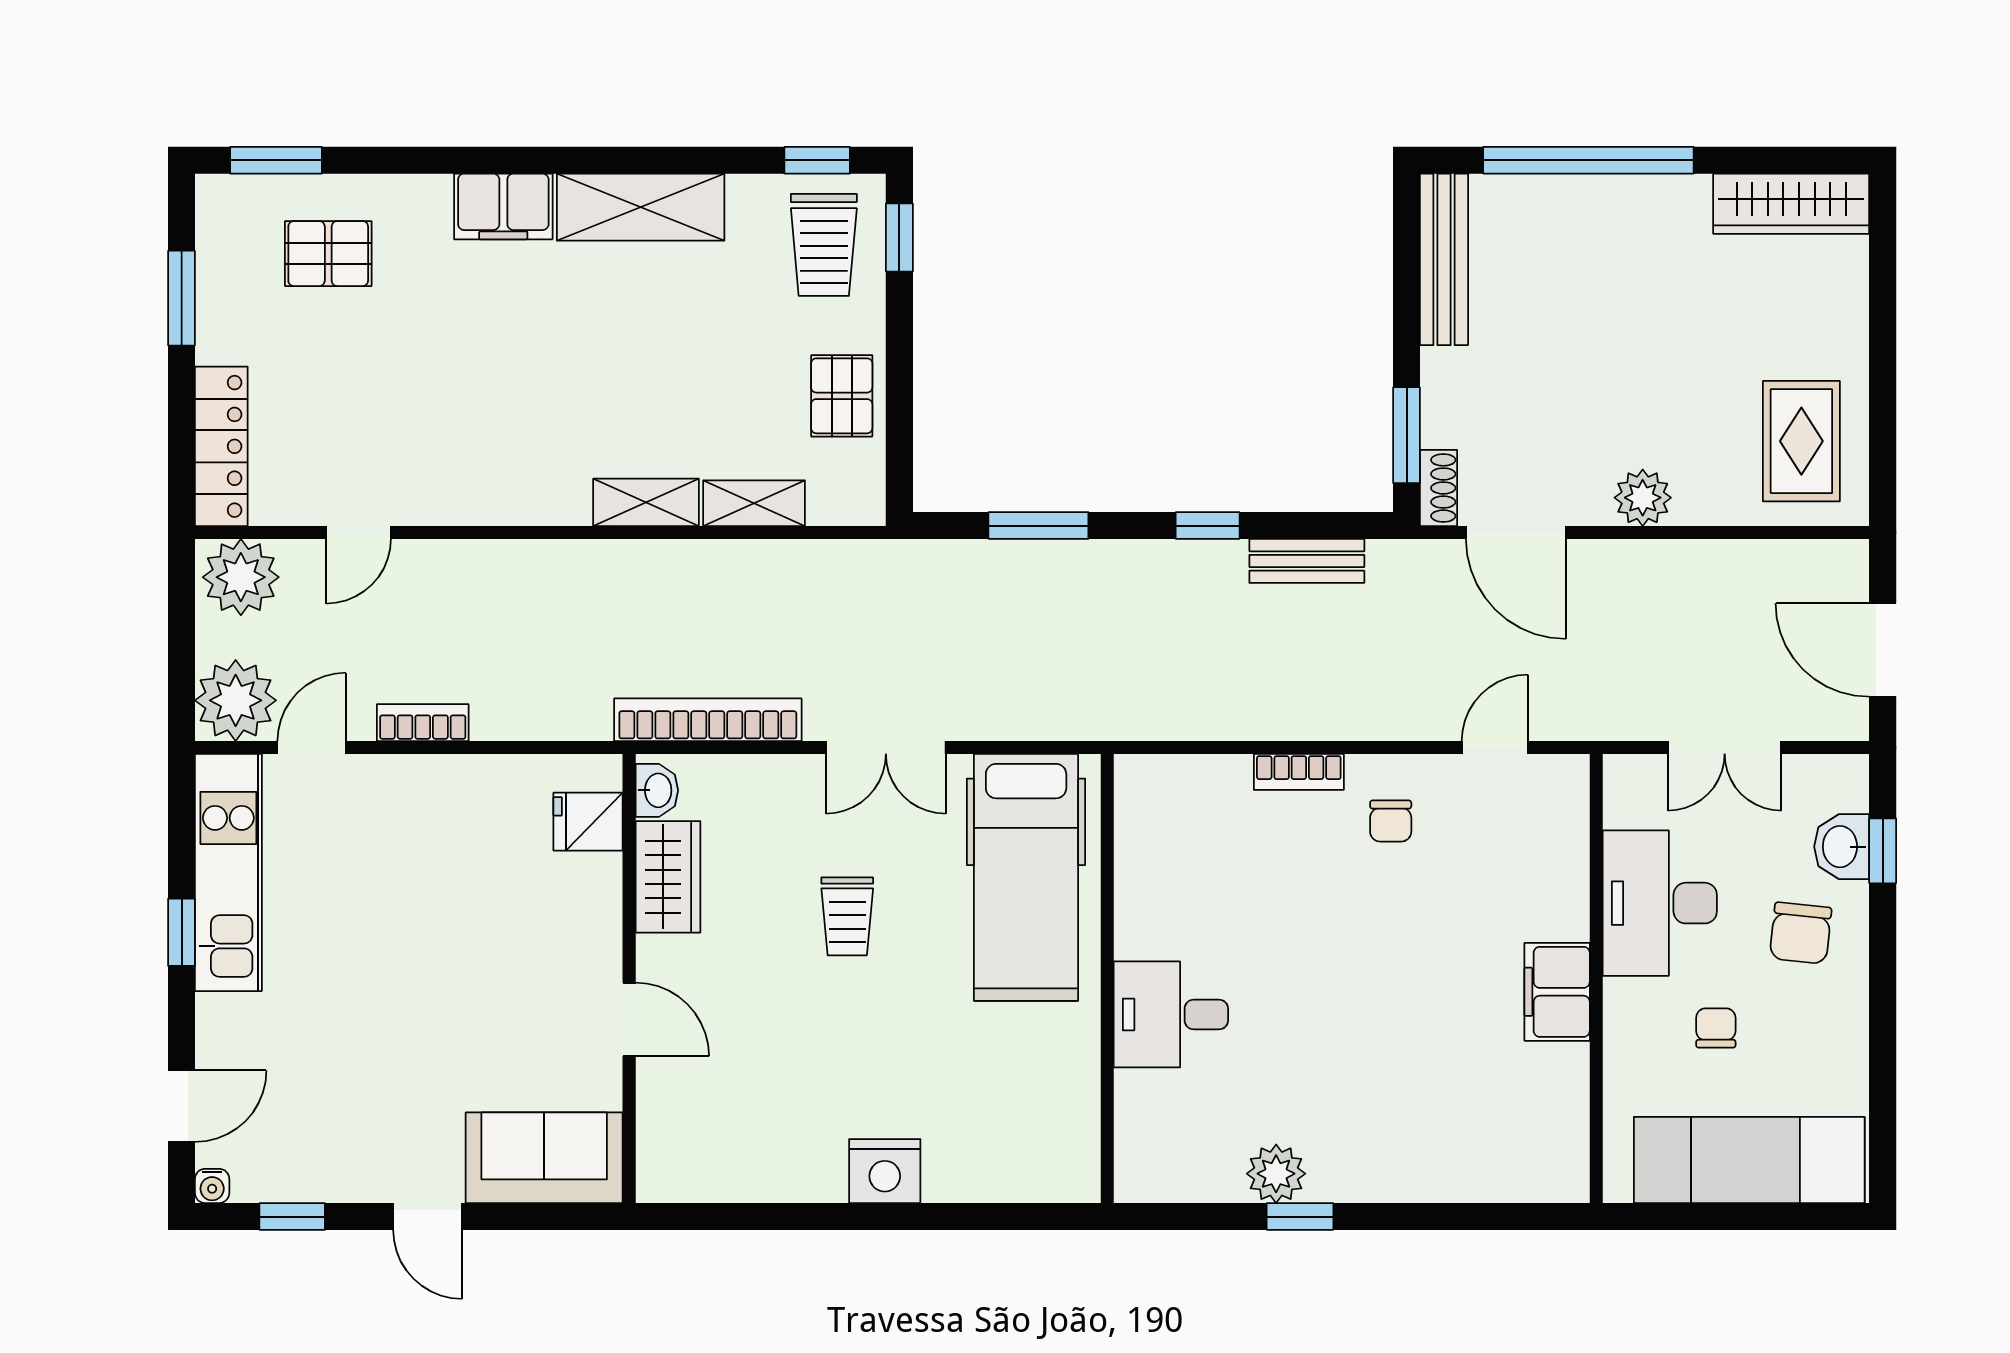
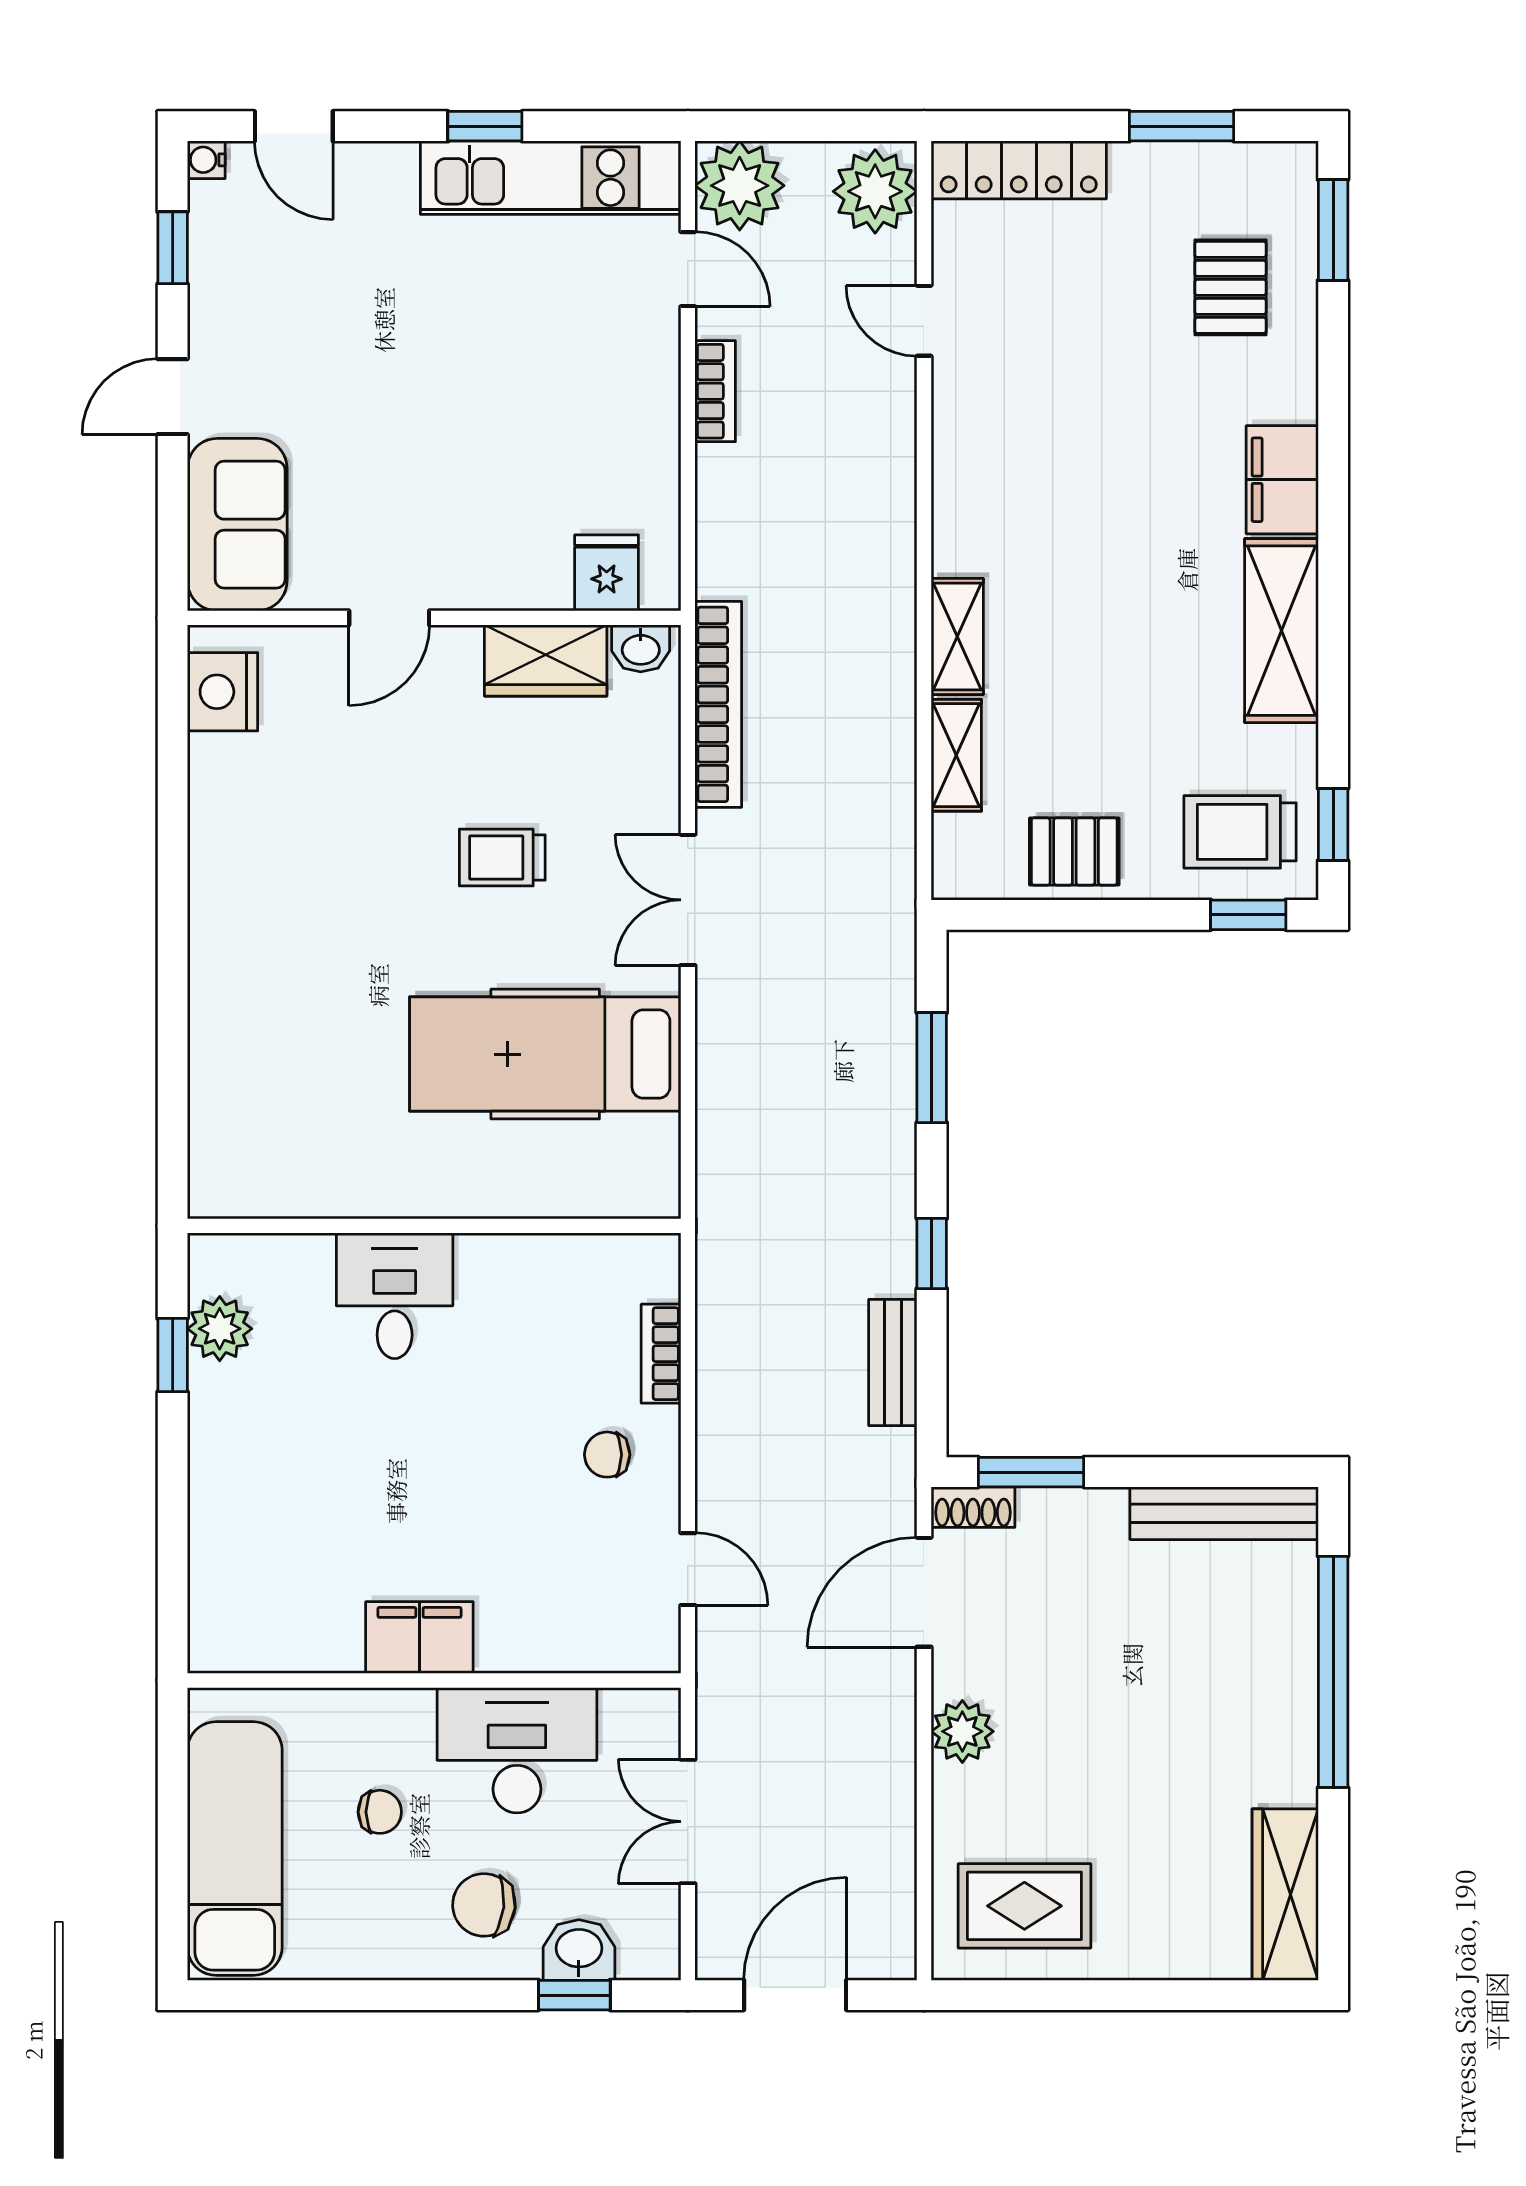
wall: (1107, 978) -> (434, 1226), moved
desk: (1171, 1014) -> (395, 1296), moved
nightstand: (885, 1171) -> (223, 692), moved

